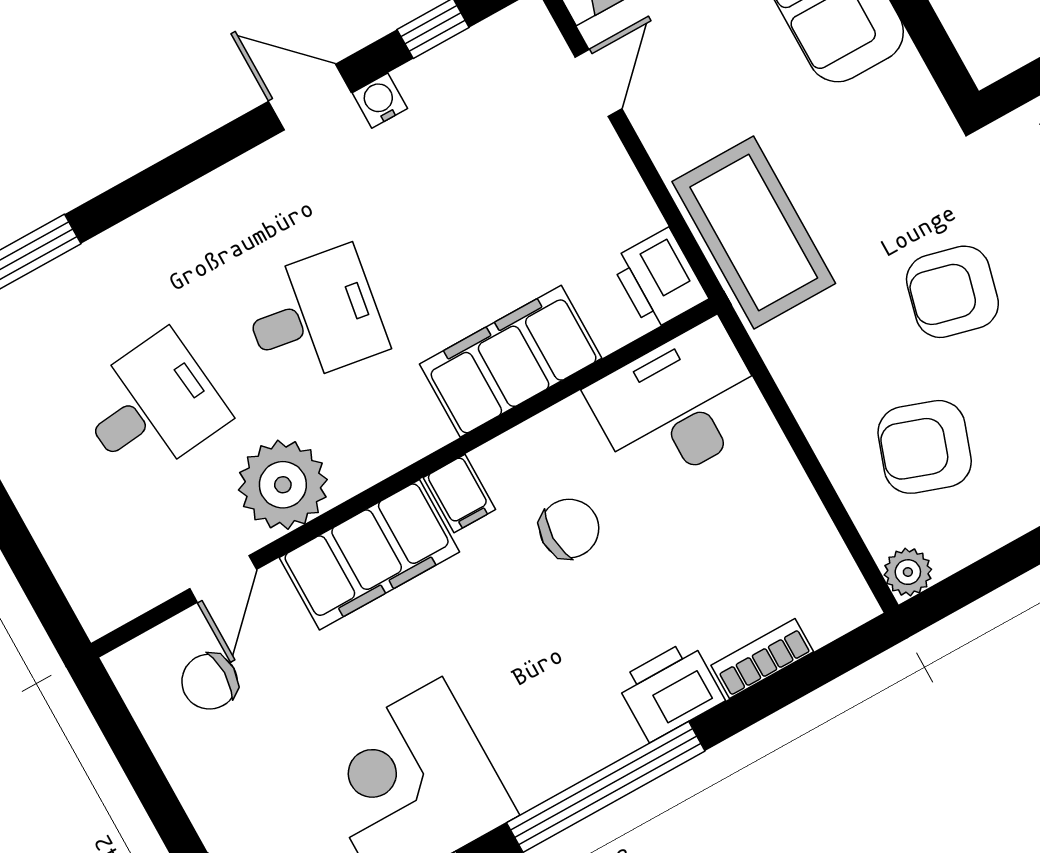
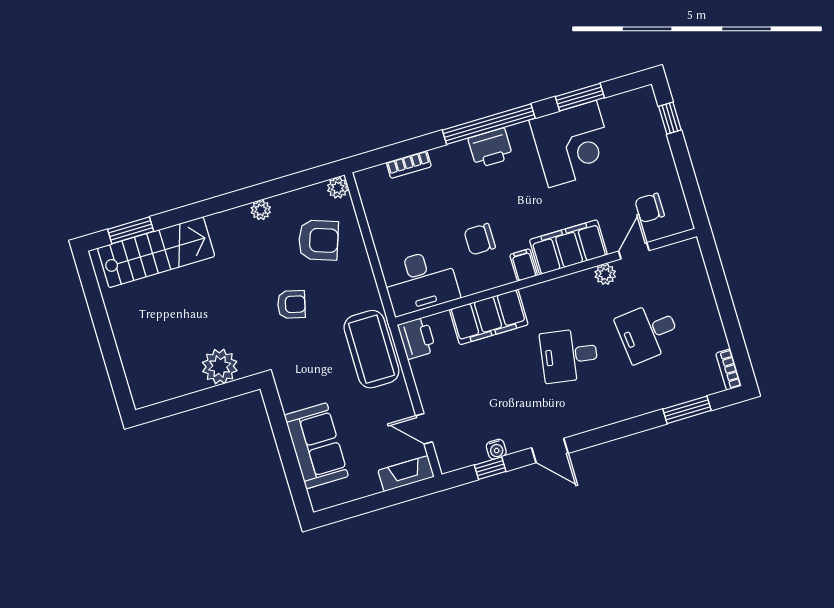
door: (599, 83) -> (424, 429), hinge flipped
water cooler: (380, 101) -> (496, 449), moved
armchair: (952, 292) -> (291, 304), width x0.72, depth x0.72
plant: (283, 485) -> (605, 274), width x0.53, depth x0.53
chair: (210, 682) -> (650, 208), turned 180
printer: (670, 691) -> (490, 148), moved

